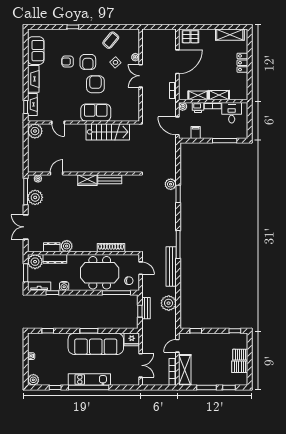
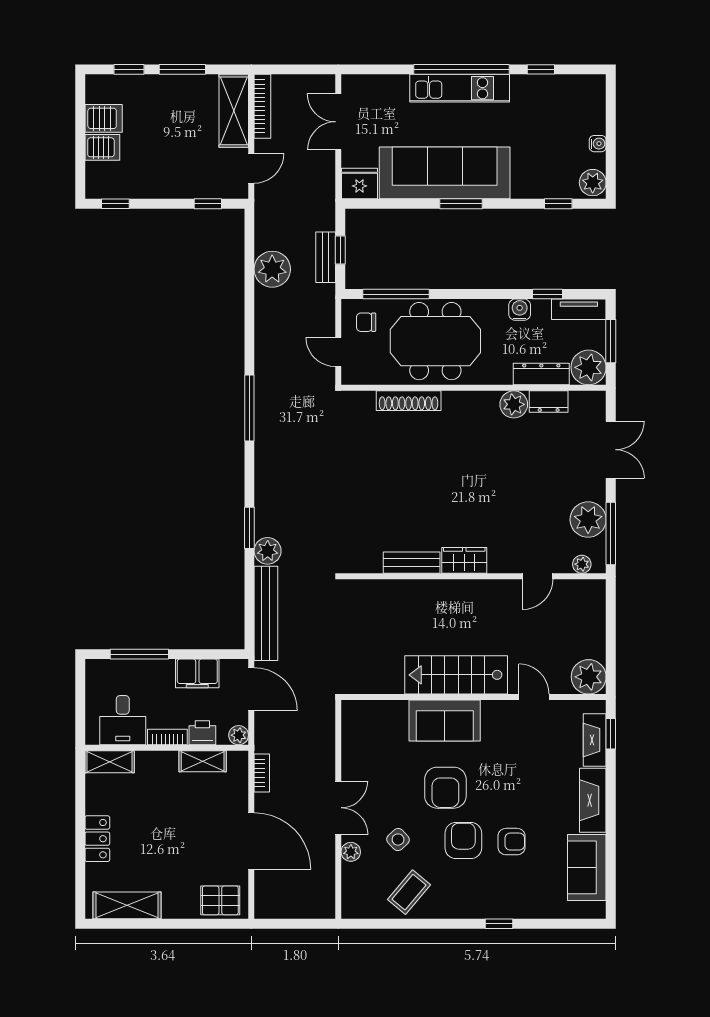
door: (177, 62) -> (251, 841), swing flipped
shelving: (219, 95) -> (110, 762), moved
stairs: (108, 132) -> (456, 675), moved
filing cabinet: (196, 133) -> (197, 673), width x2.00
bench: (171, 266) -> (266, 613), moved
plant: (33, 380) -> (593, 183), moved

